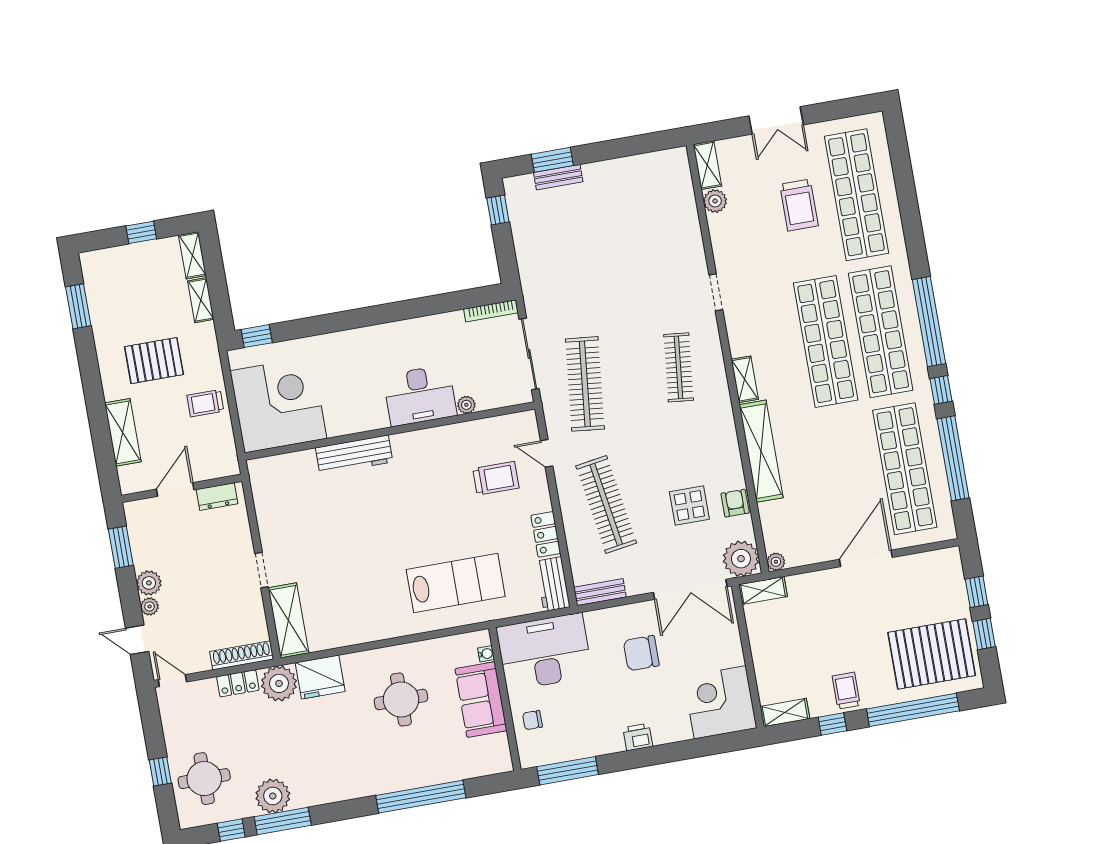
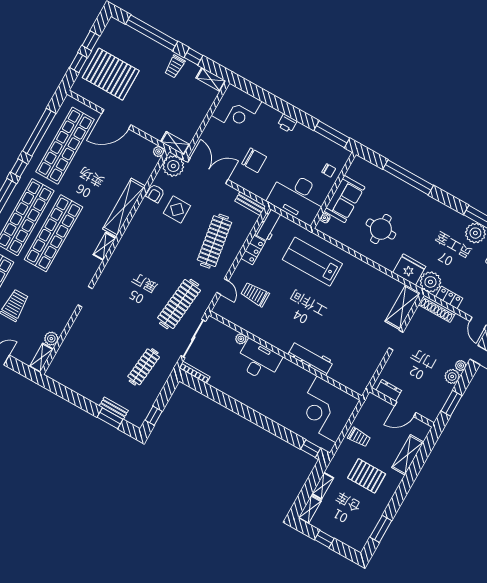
clothes rail: (679, 367) -> (144, 367), moved
pallet: (932, 654) -> (111, 74), moved

